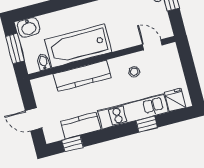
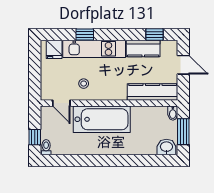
bathtub: (78, 46) -> (102, 119), moved
bidet: (43, 62) -> (173, 113), moved
kitchen counter: (82, 76) -> (153, 92), moved

